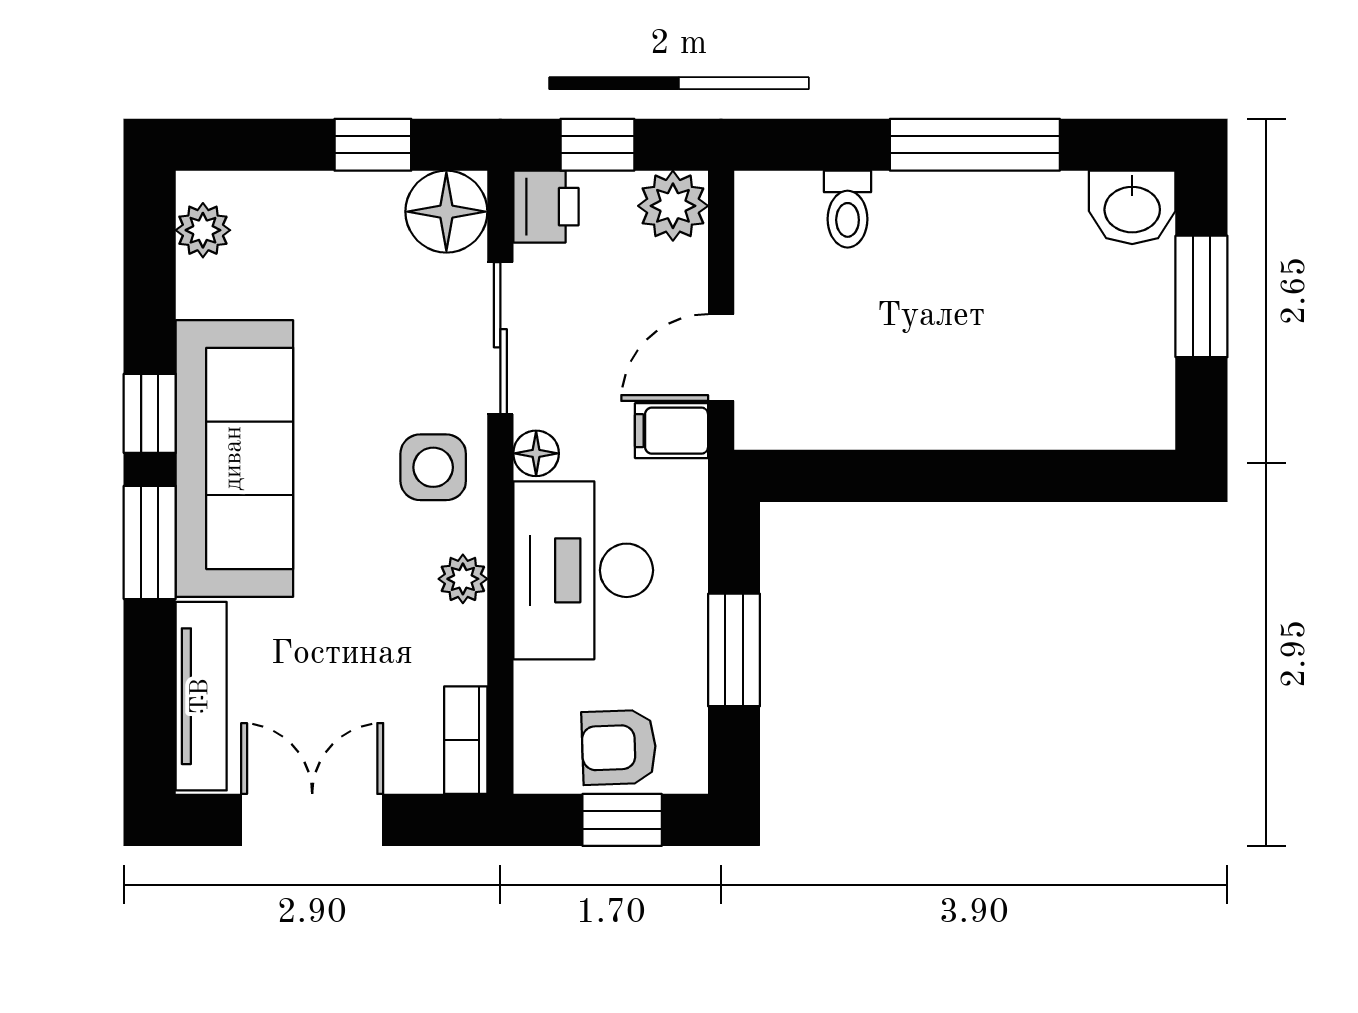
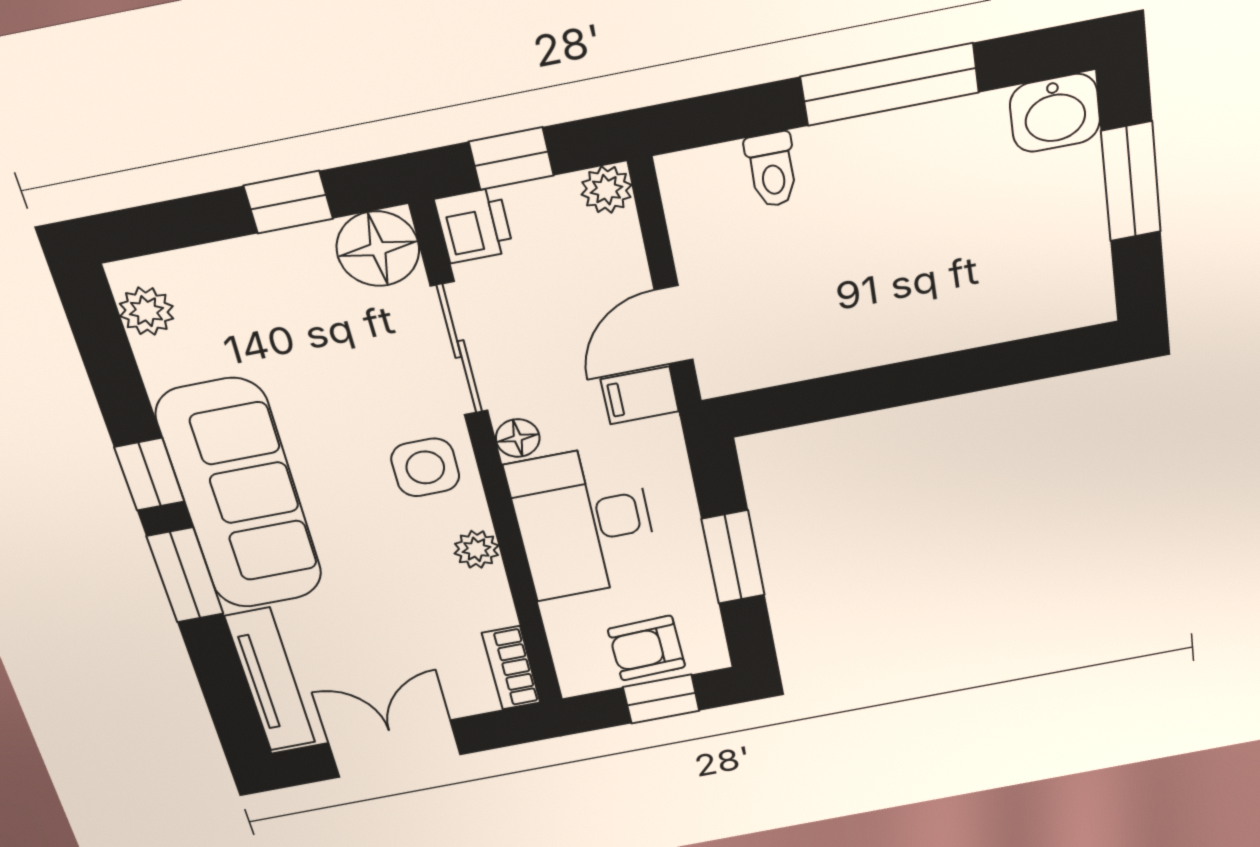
plant: (673, 206) -> (606, 190), width x0.73, depth x0.73

